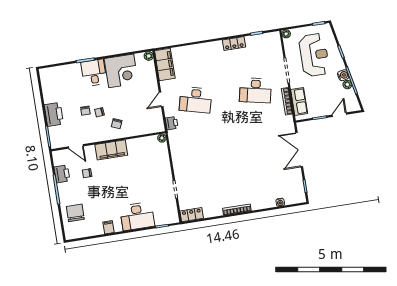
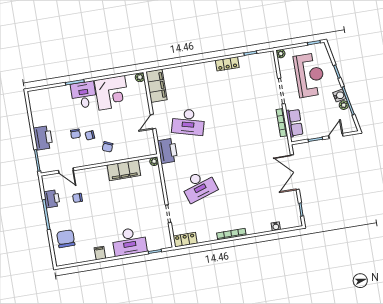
desk: (255, 90) -> (199, 186), moved, turned -30
printer: (172, 123) -> (168, 151), width x1.87, depth x1.48
filing cabinet: (111, 150) -> (124, 170), moved

